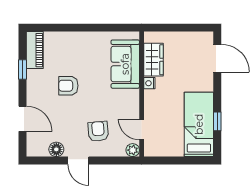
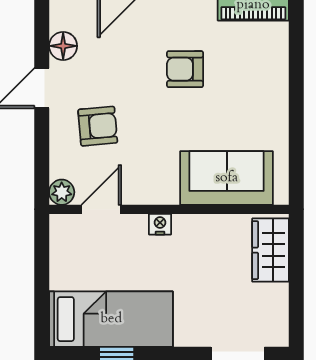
wardrobe: (153, 60) -> (271, 250), moved, turned 90
nightstand: (149, 83) -> (160, 224), moved
armchair: (68, 86) -> (185, 69), turned -90

